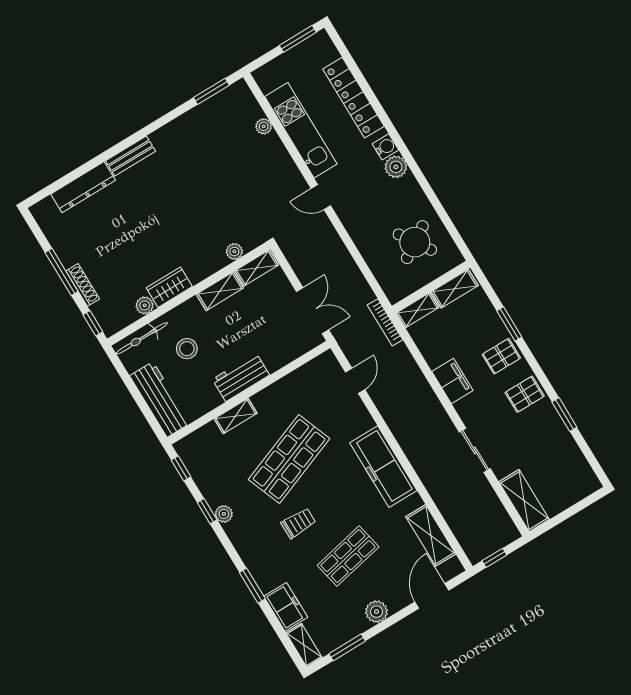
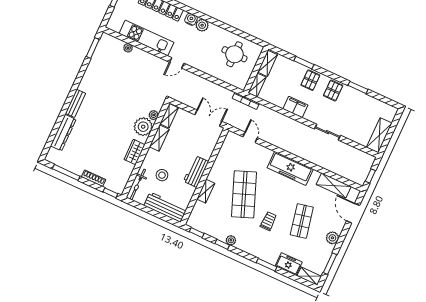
round table: (415, 242) -> (234, 54), turned 33
window: (62, 272) -> (66, 172), moved
plant: (145, 305) -> (143, 127), moved, width x1.88, depth x1.88
shelving: (524, 501) -> (379, 135), moved, turned 90

